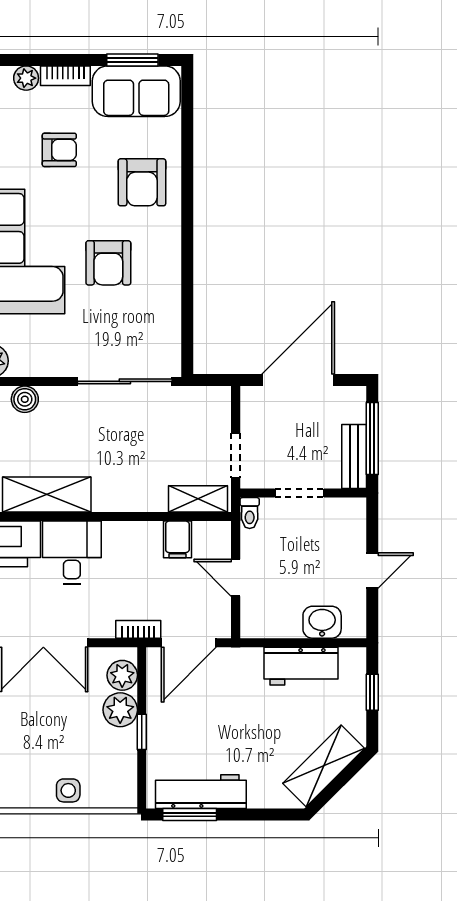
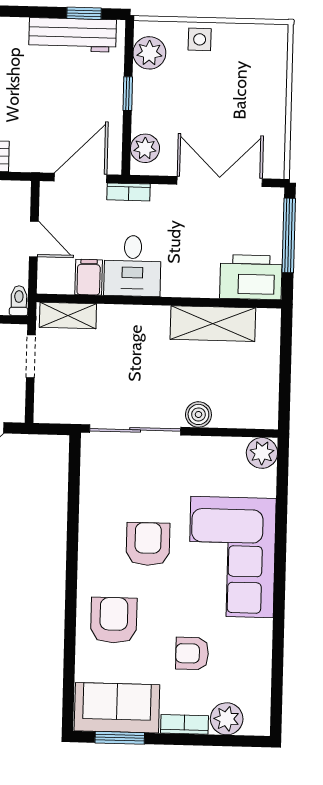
plant: (26, 78) -> (227, 719), width x1.38, depth x1.38
boiler: (25, 399) -> (198, 414), moved
desk: (72, 552) -> (133, 266), moved
plant: (120, 710) -> (149, 53), moved
window: (190, 815) -> (84, 13), width x0.67

